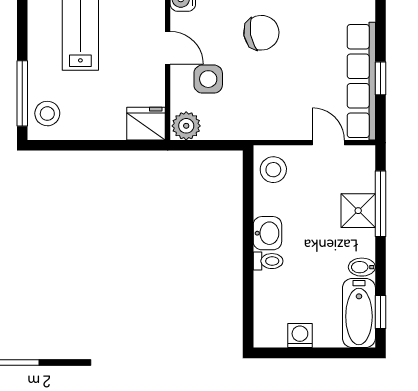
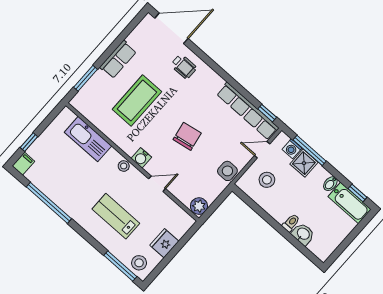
window: (380, 78) -> (267, 113), moved
side table: (208, 79) -> (227, 171), moved
fridge: (146, 124) -> (164, 243), moved
stool: (273, 170) -> (267, 180), moved
washbasin: (267, 233) -> (303, 234), moved
washing machine: (300, 336) -> (292, 149), moved, turned -90

